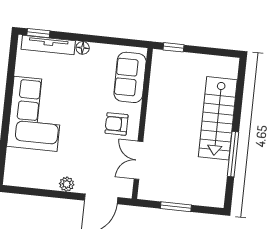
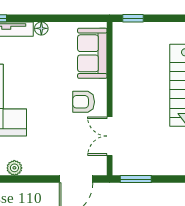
plant: (67, 184) -> (14, 168), moved
window: (176, 207) -> (136, 179), moved

